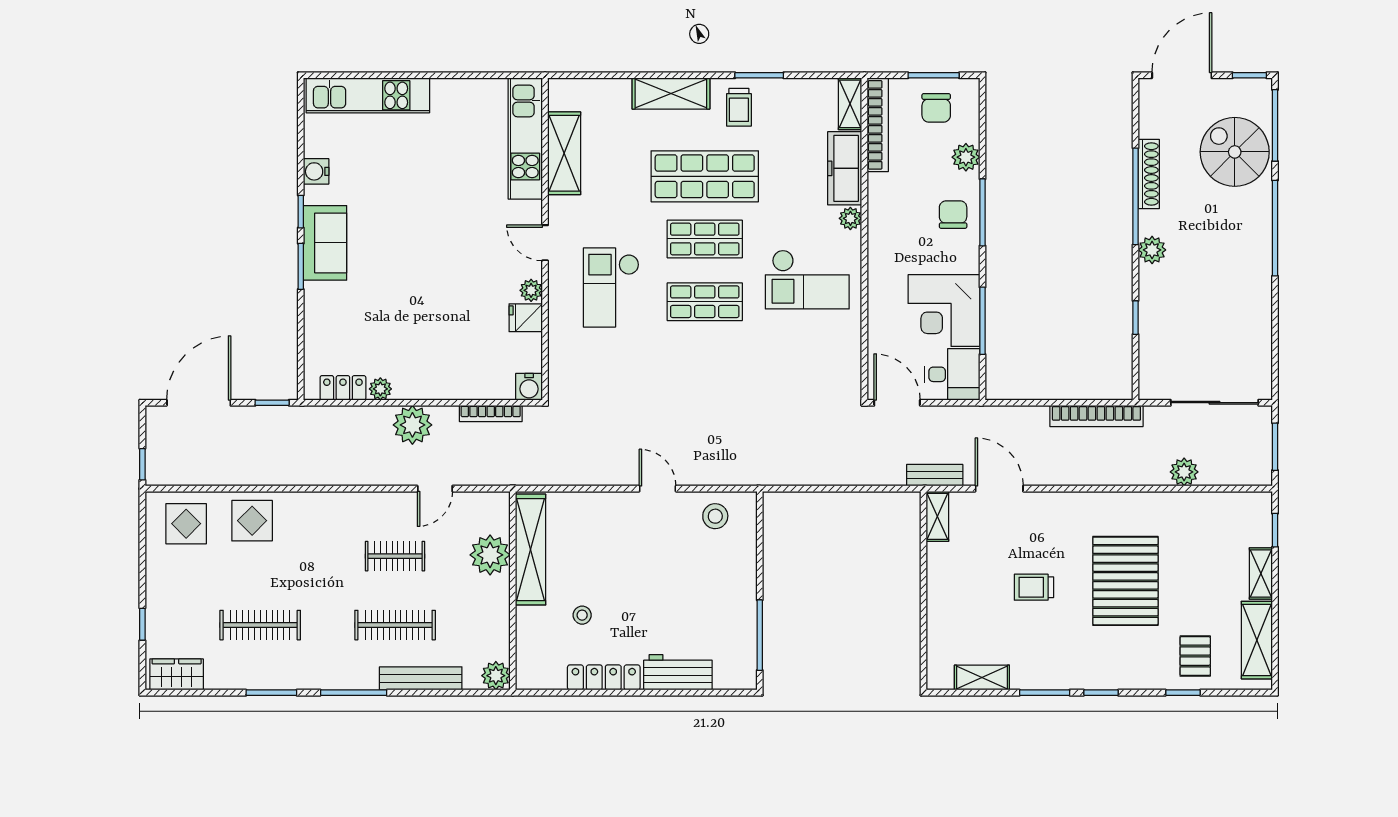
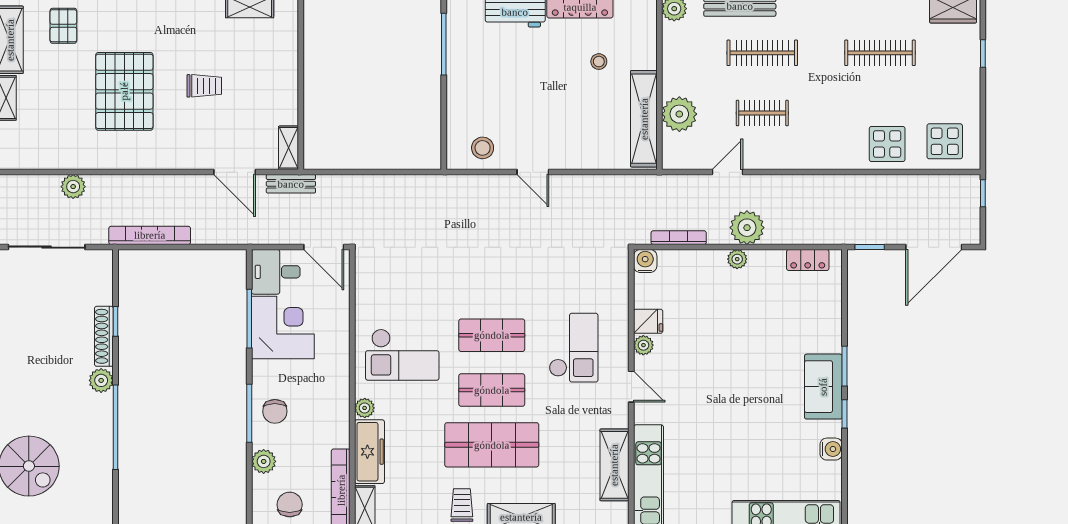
shoe rack: (1149, 174) -> (104, 336), moved
checkout: (807, 279) -> (402, 355), turned 180
plant: (380, 389) -> (737, 259), moved

